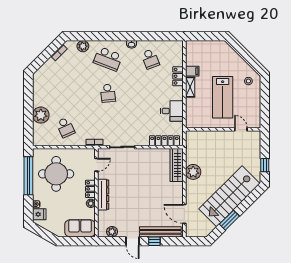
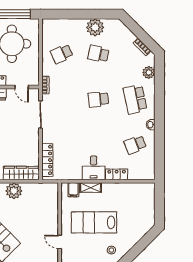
school desk: (108, 59) -> (135, 99), turned -33
filing cabinet: (192, 71) -> (73, 190), moved
shelving: (190, 87) -> (91, 188), moved
school desk: (65, 93) -> (98, 54), added
desk: (172, 111) -> (94, 168), moved
plant: (41, 115) -> (95, 27), moved
door: (241, 129) -> (60, 242), swing flipped

